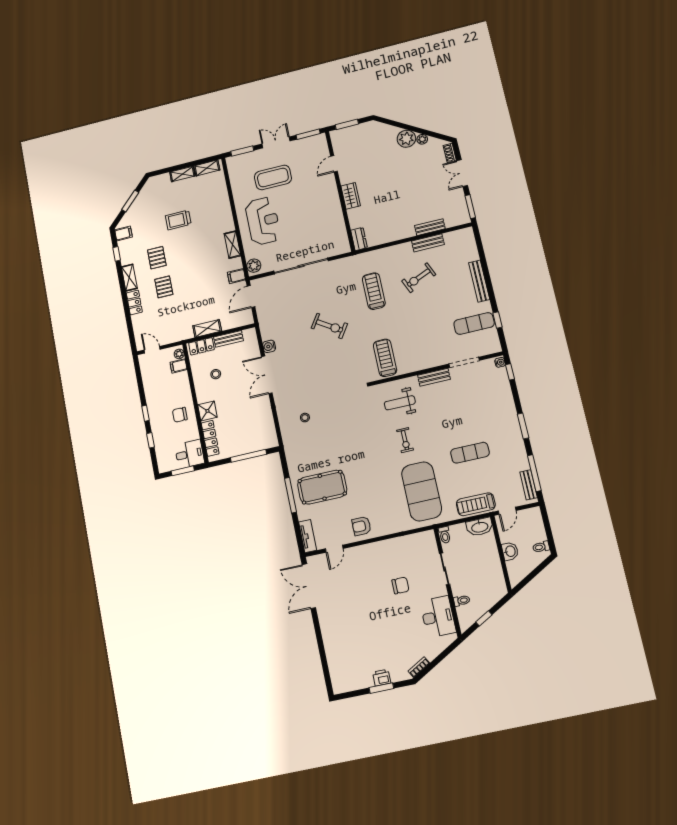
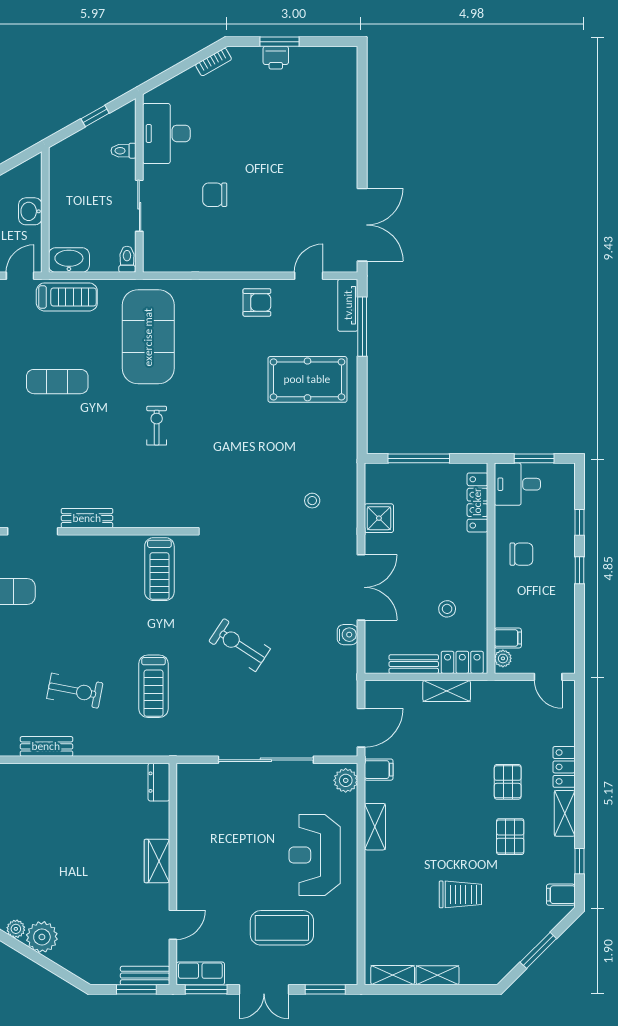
row of seats: (313, 142) -> (200, 973), added
bench: (430, 227) -> (145, 976), moved
exercise bike: (419, 278) -> (75, 691), turned 34
weight bench: (400, 403) -> (152, 489), removed
shower: (207, 411) -> (379, 518), moved
window: (290, 495) -> (362, 327), moved

